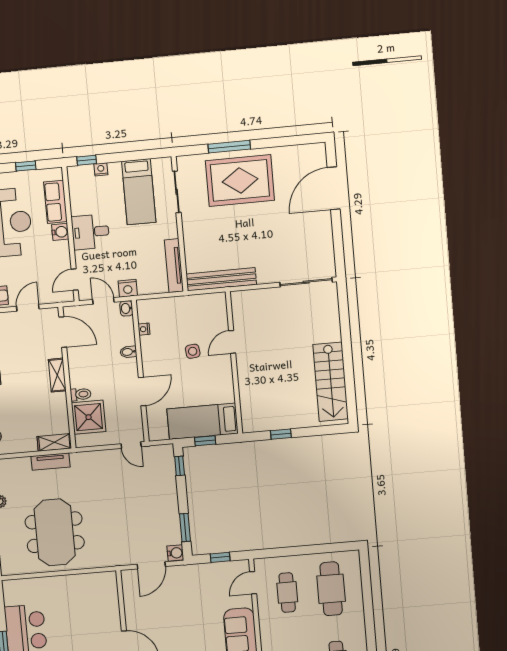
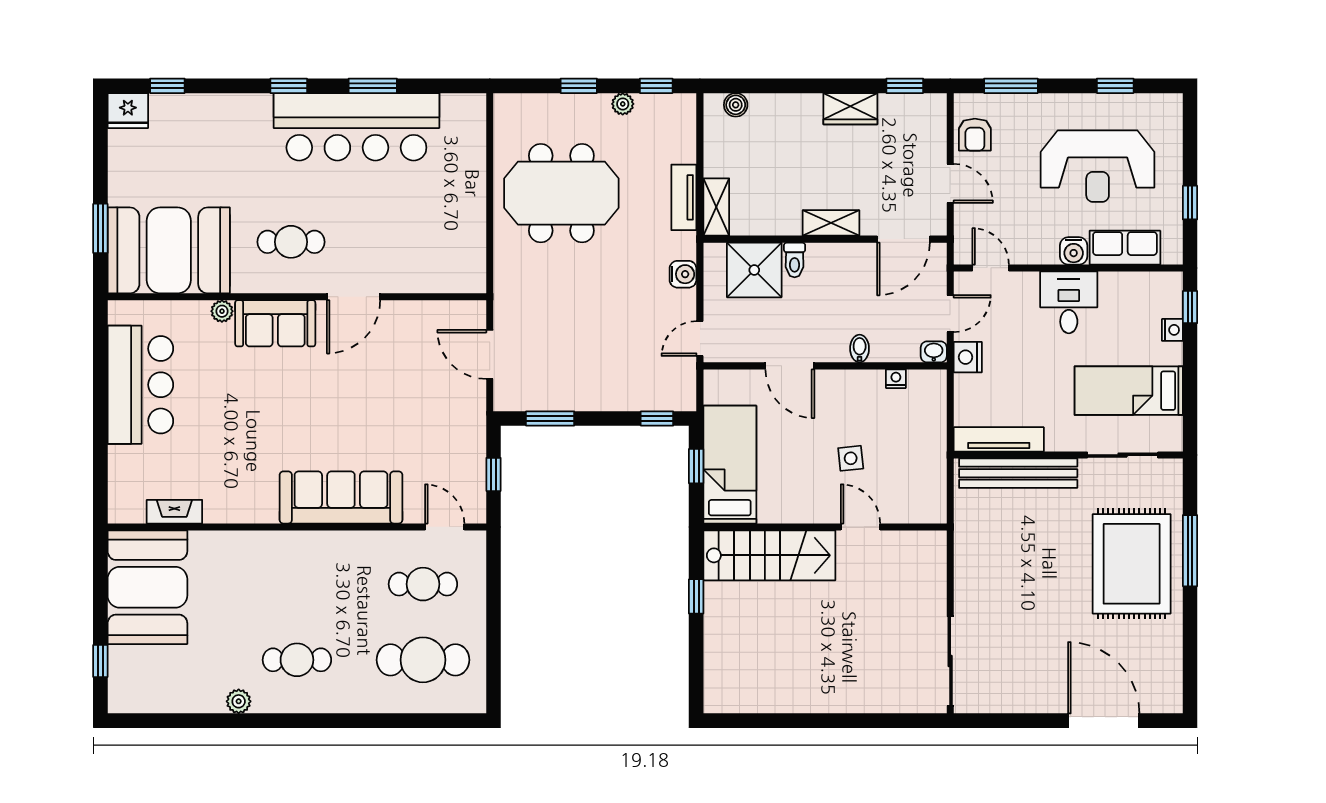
bench: (221, 279) -> (1018, 473), moved, turned 90
stairs: (331, 382) -> (769, 555), moved, turned 180
water cooler: (175, 553) -> (683, 274), moved, turned -90

